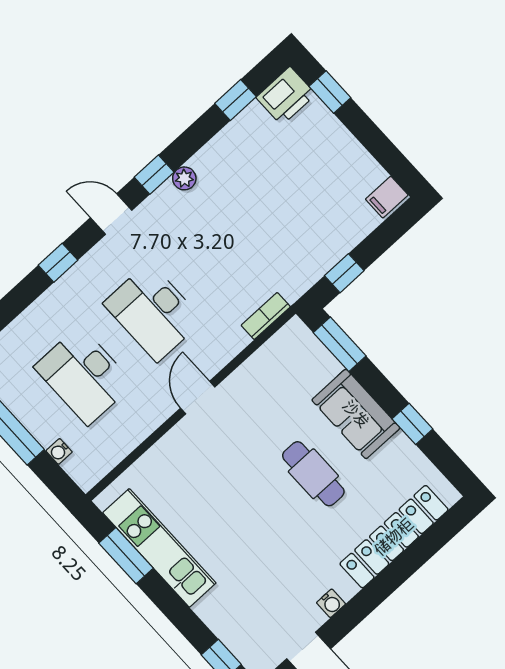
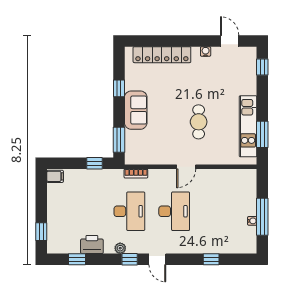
printer: (286, 96) -> (92, 244), moved
window: (58, 263) -> (211, 259), moved
desk: (84, 375) -> (129, 211), moved
water cooler: (59, 451) -> (252, 221), moved
cafe table: (313, 474) -> (199, 122), moved

